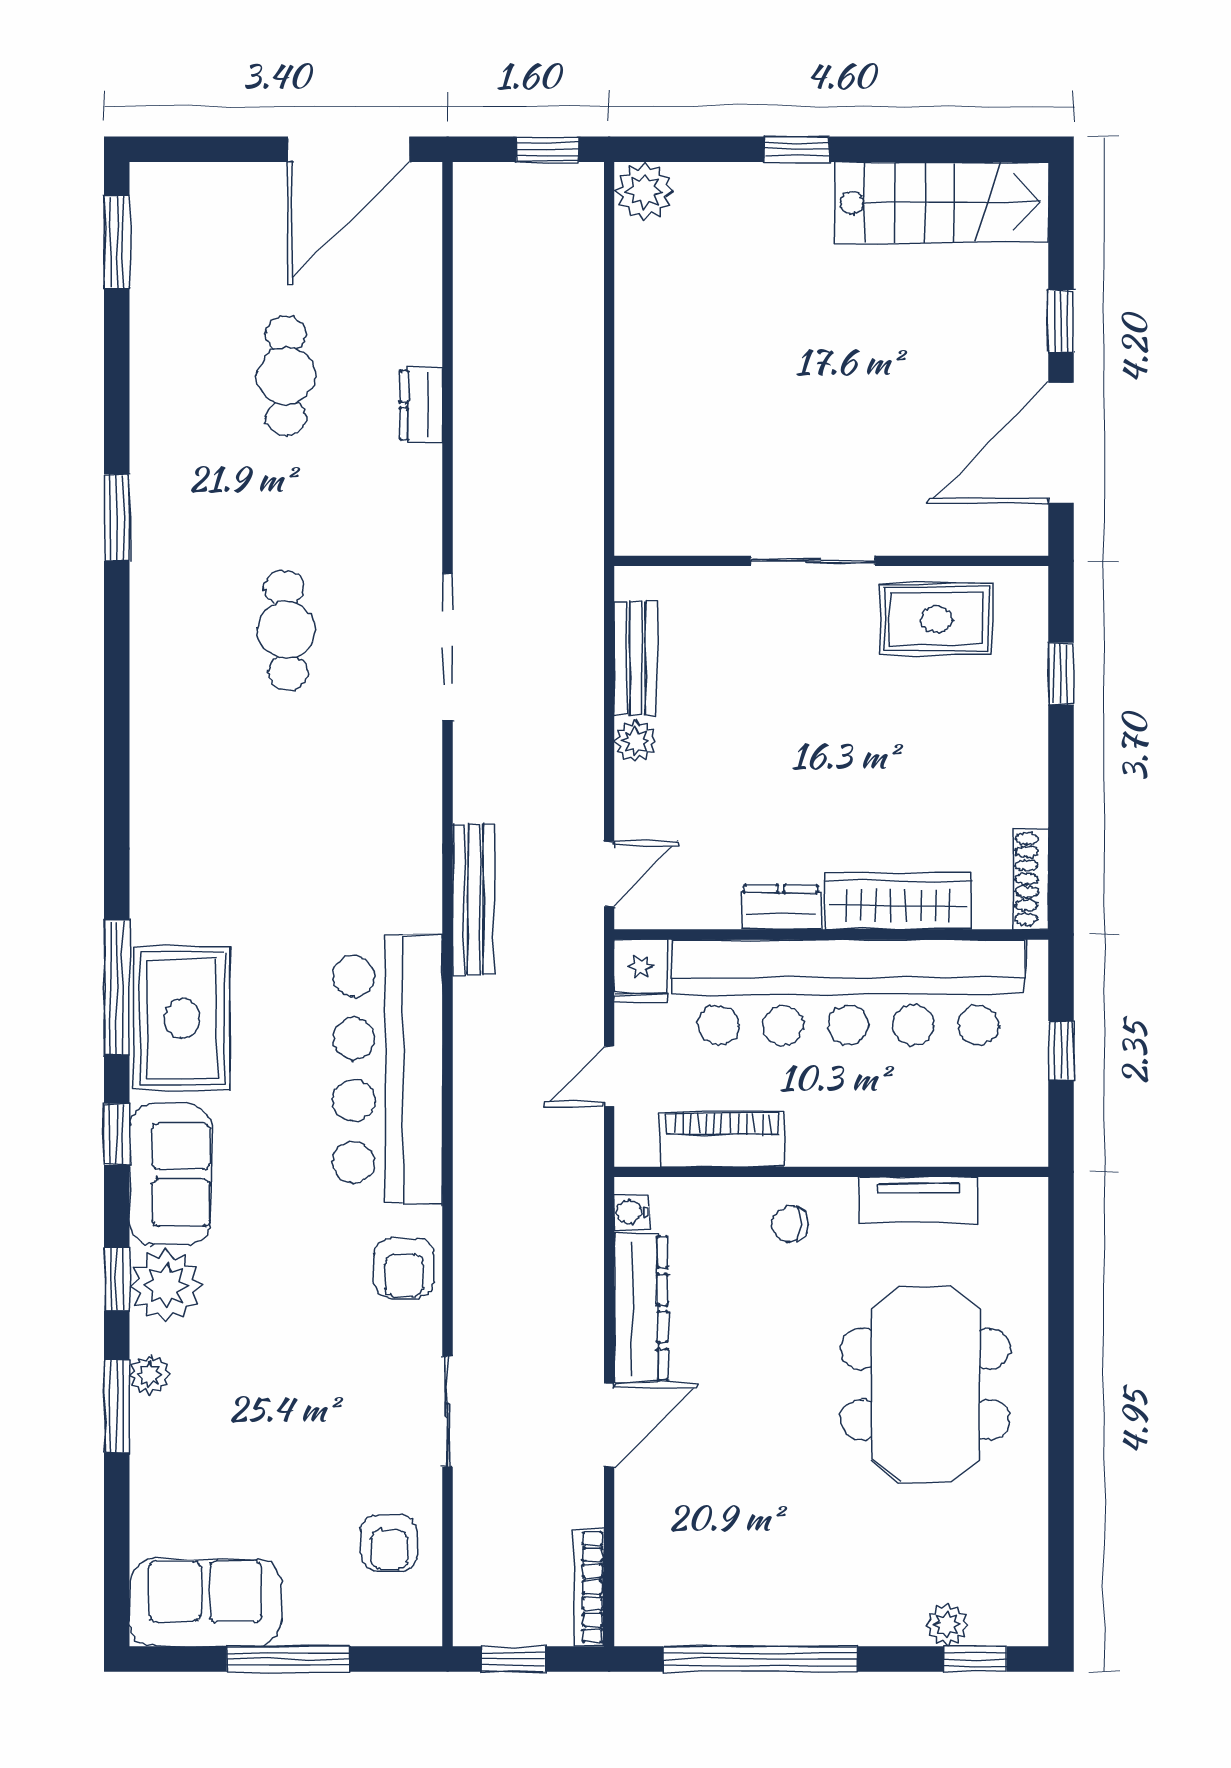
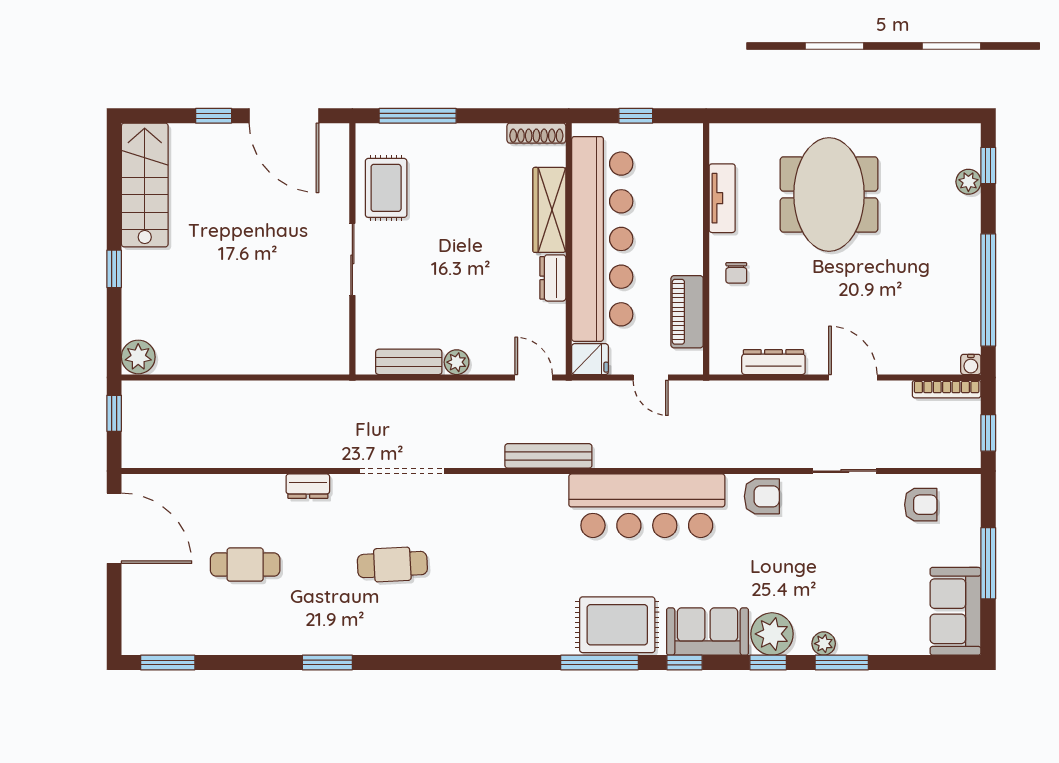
dresser: (421, 405) -> (308, 486), moved
window: (1061, 674) -> (418, 116), width x2.17
water cooler: (632, 1212) -> (971, 364), moved
dresser: (641, 1308) -> (773, 362), width x0.73, depth x0.80
meeting table: (925, 1384) -> (829, 194), turned 90

